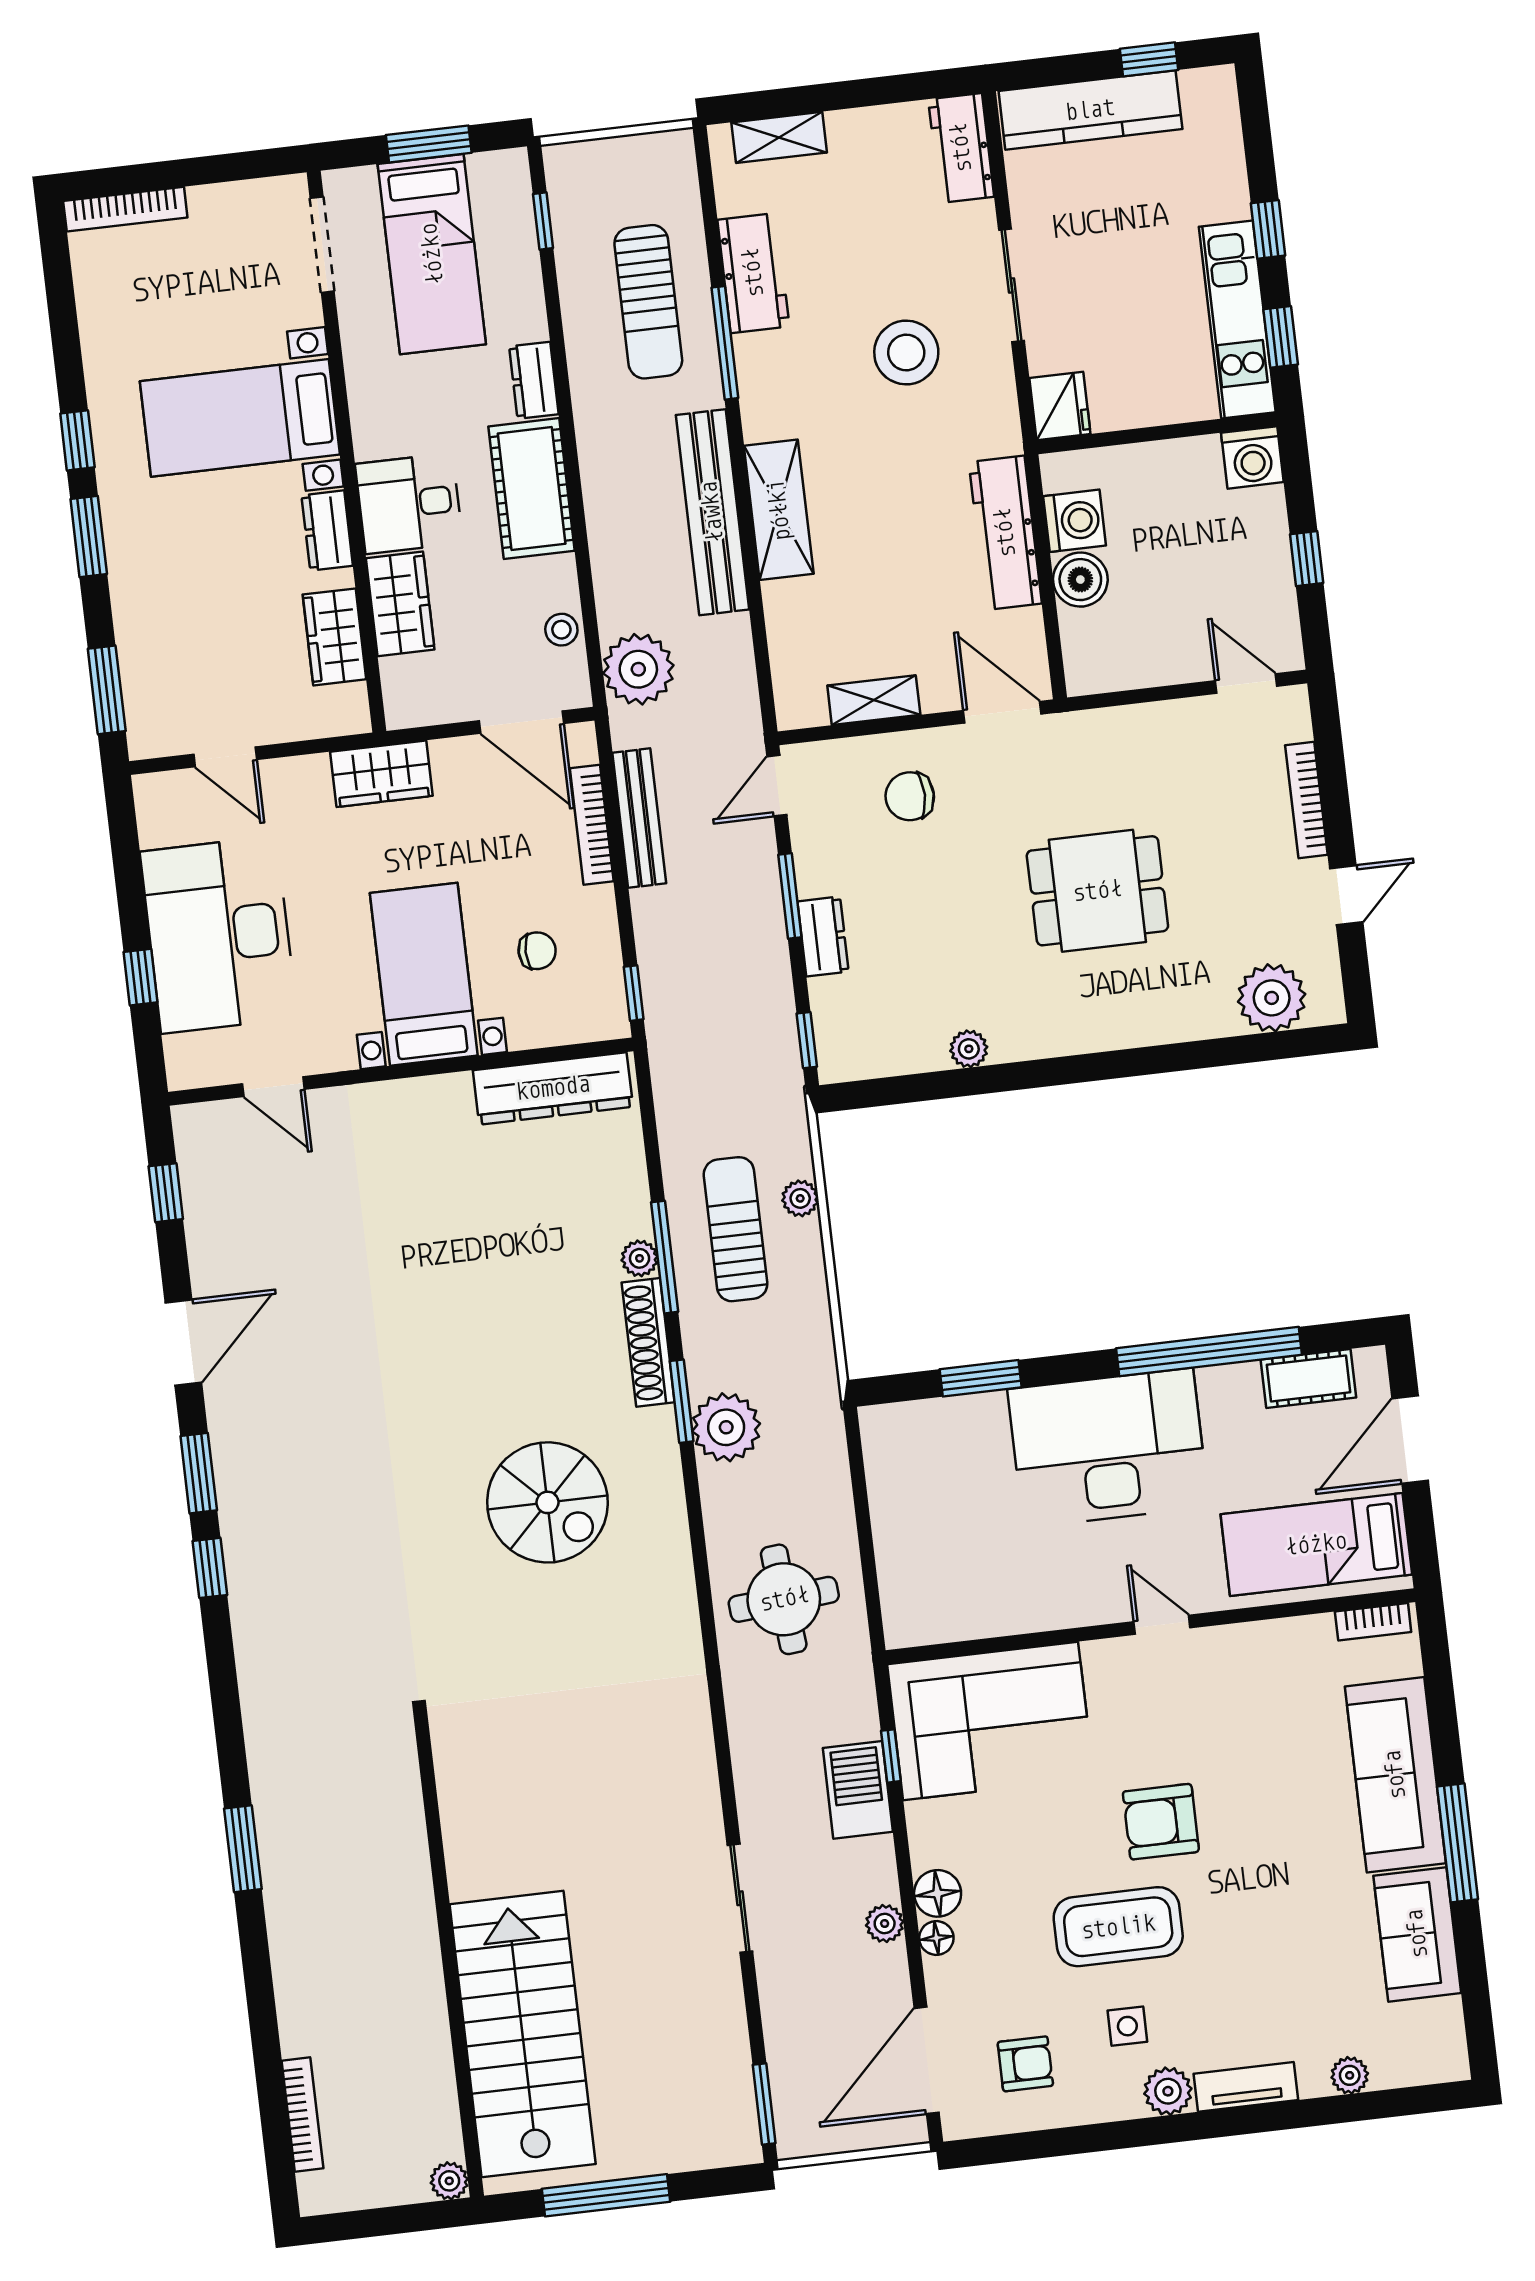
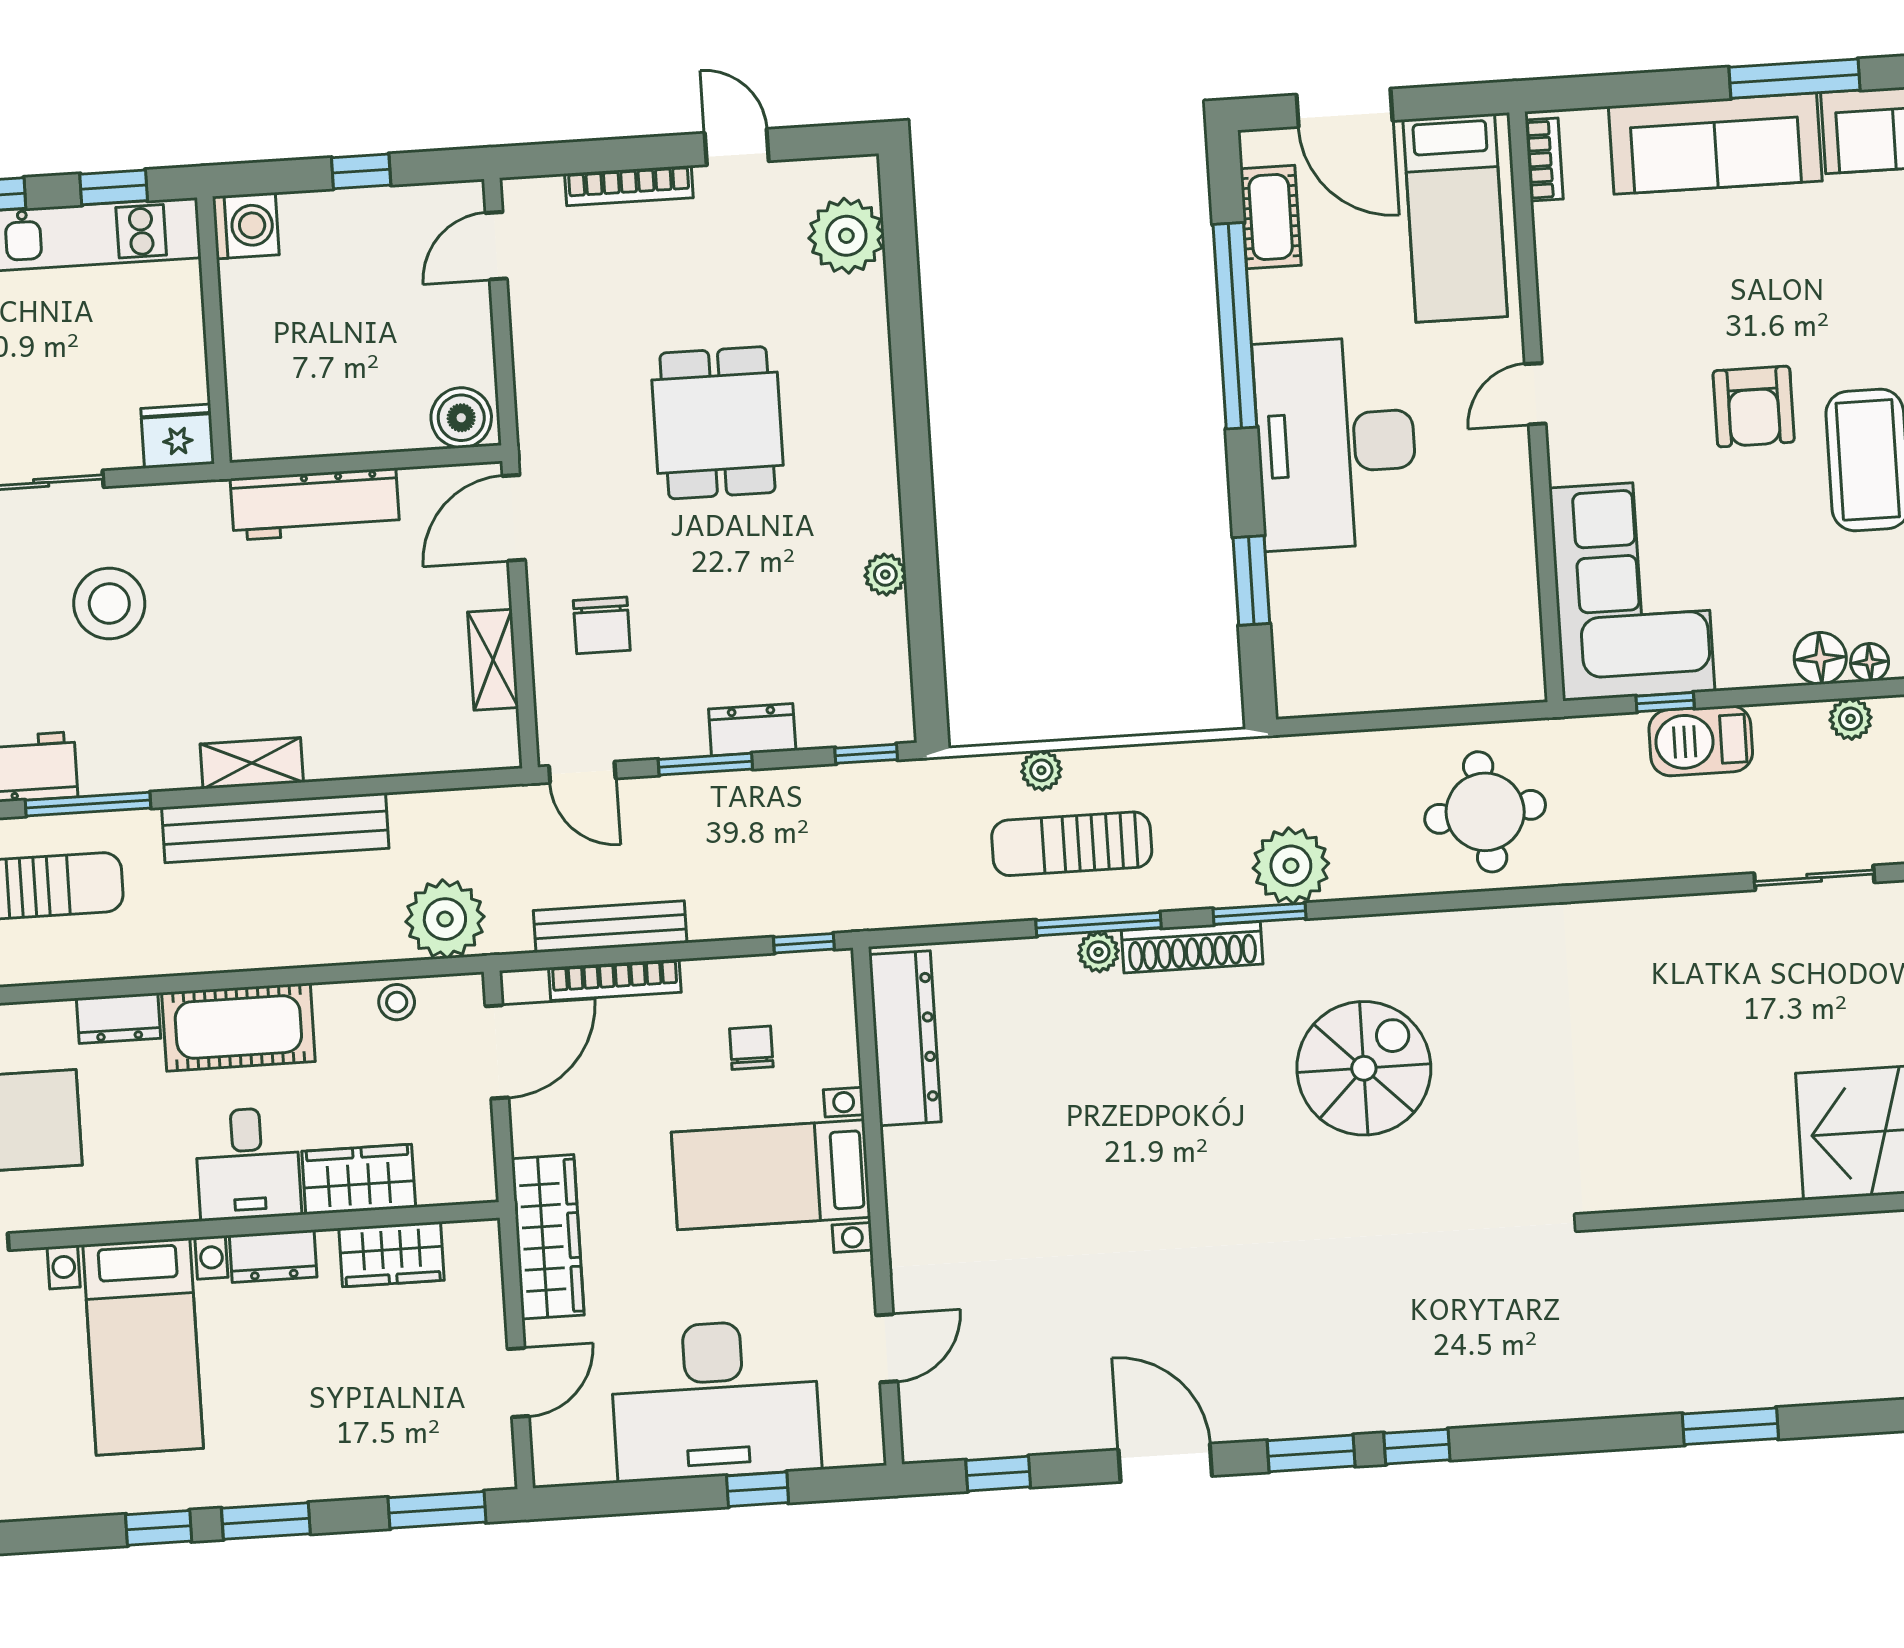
shelving: (779, 510) -> (252, 763), width x0.67, depth x0.75
washing machine: (1075, 521) -> (306, 427), removed
boiler: (1080, 580) -> (461, 418), moved
wardrobe: (381, 774) -> (548, 1237), width x1.50

